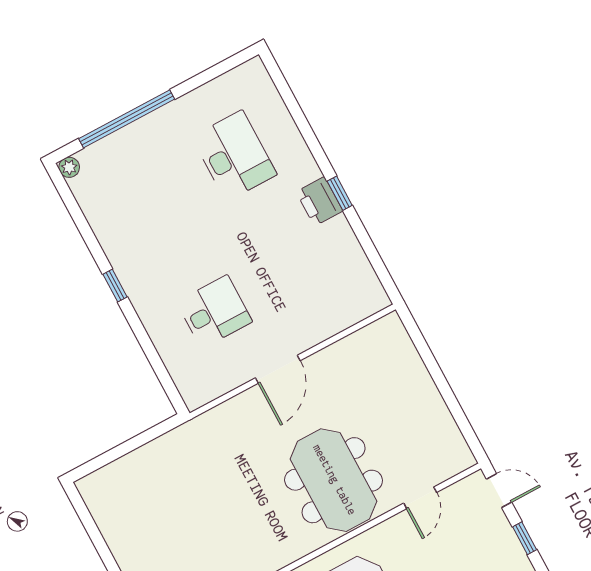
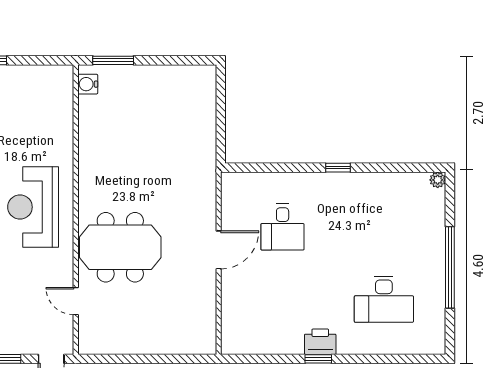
window: (127, 119) -> (450, 267), moved
door: (278, 369) -> (219, 250), swing flipped

